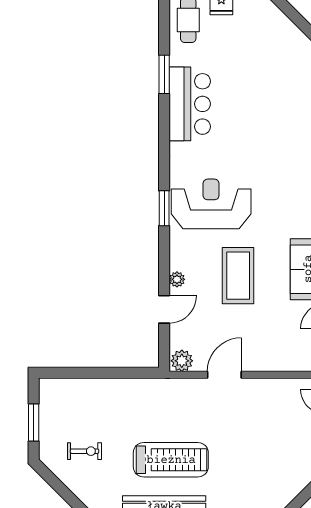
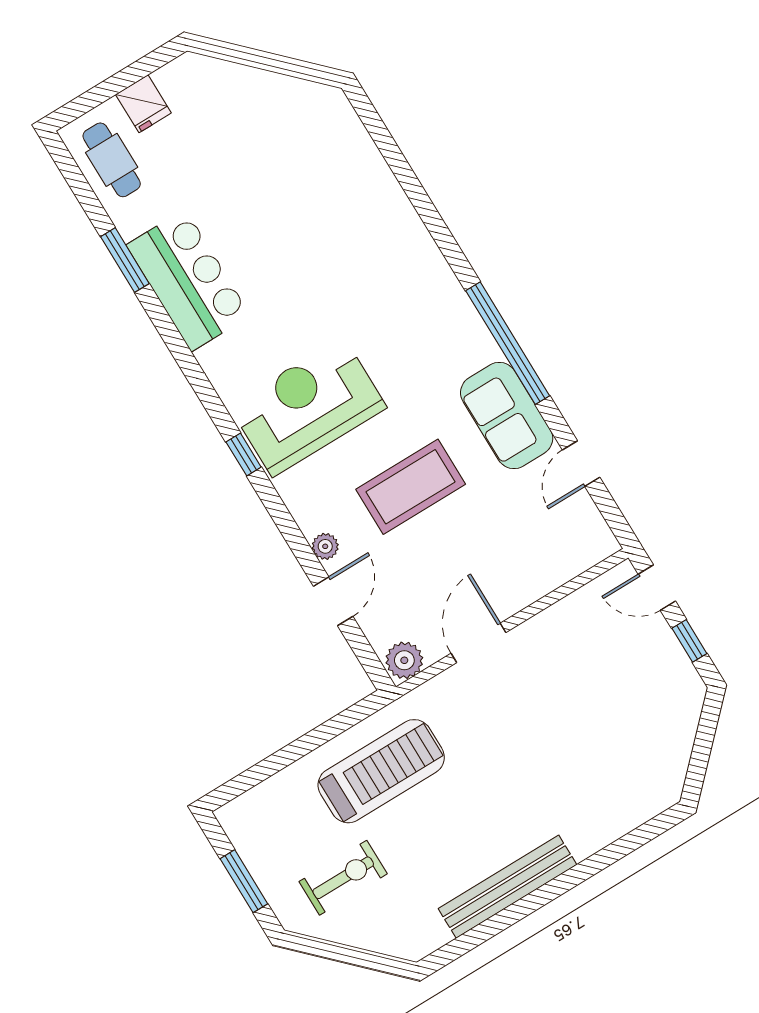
window: (164, 208) -> (244, 455), width x0.67
coffee table: (238, 276) -> (411, 487), turned 90
exercise bike: (85, 451) -> (343, 878), width x1.38, depth x1.39
treadmill: (171, 460) -> (381, 771), moved

